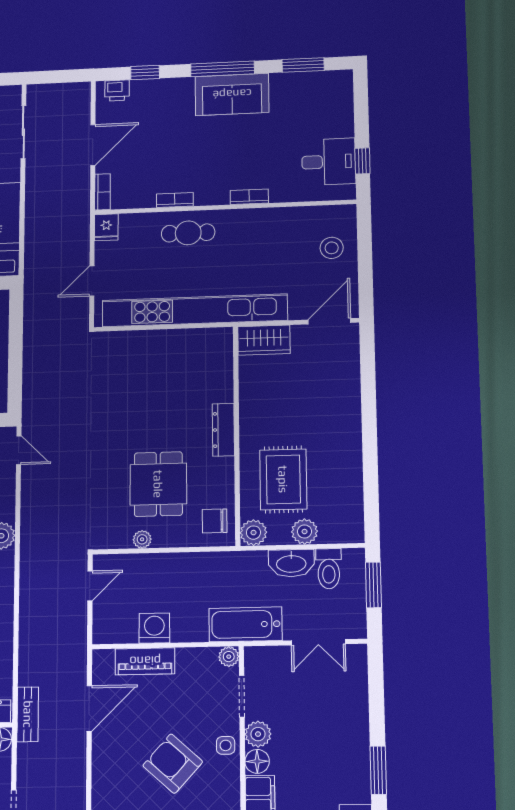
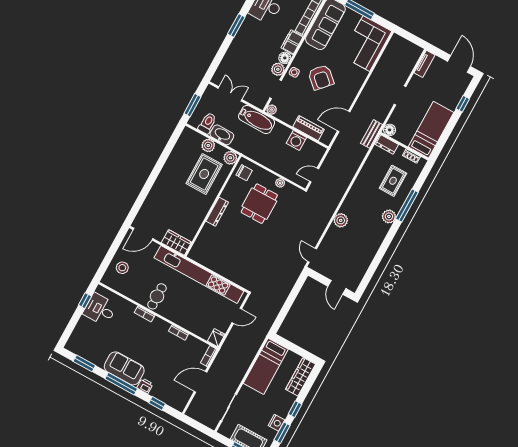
printer: (117, 90) -> (145, 386), moved
cafe table: (188, 233) -> (157, 296), moved, turned 90

